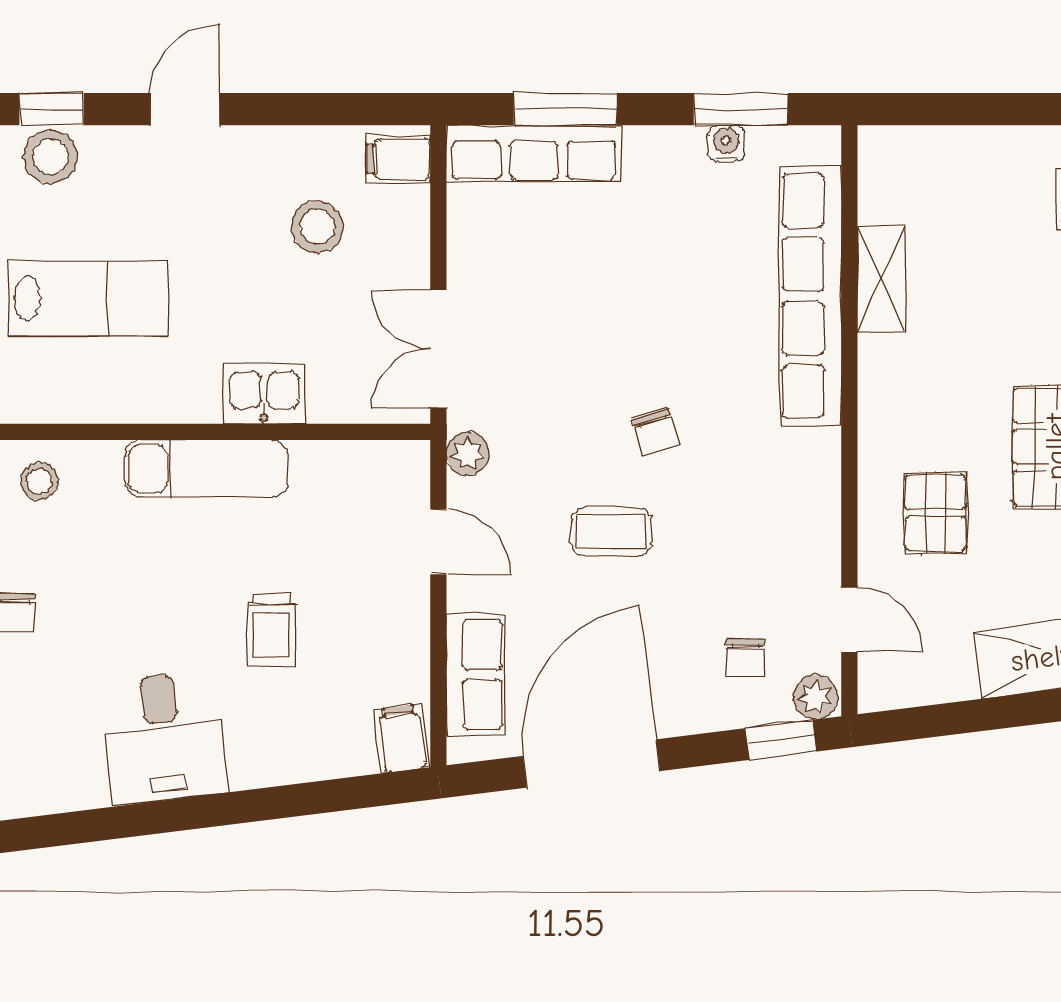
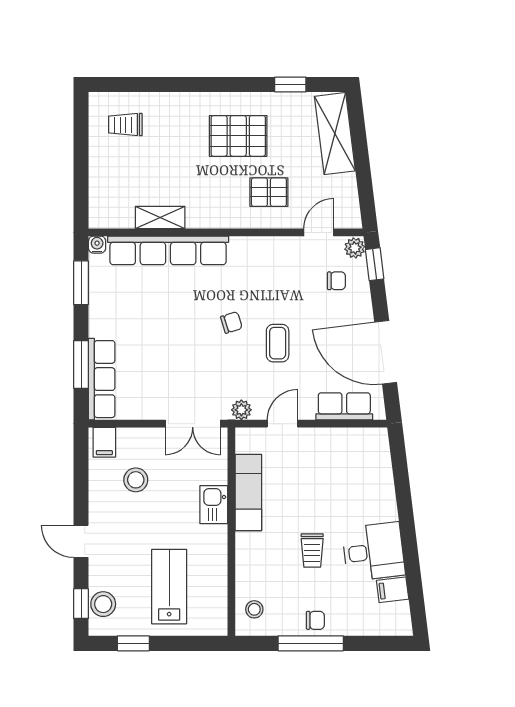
water cooler: (726, 144) -> (97, 245), moved, turned 90
exam couch: (207, 469) -> (248, 492), moved
trolley: (271, 630) -> (312, 551), moved, turned 90
filing cabinet: (402, 739) -> (393, 590), moved

